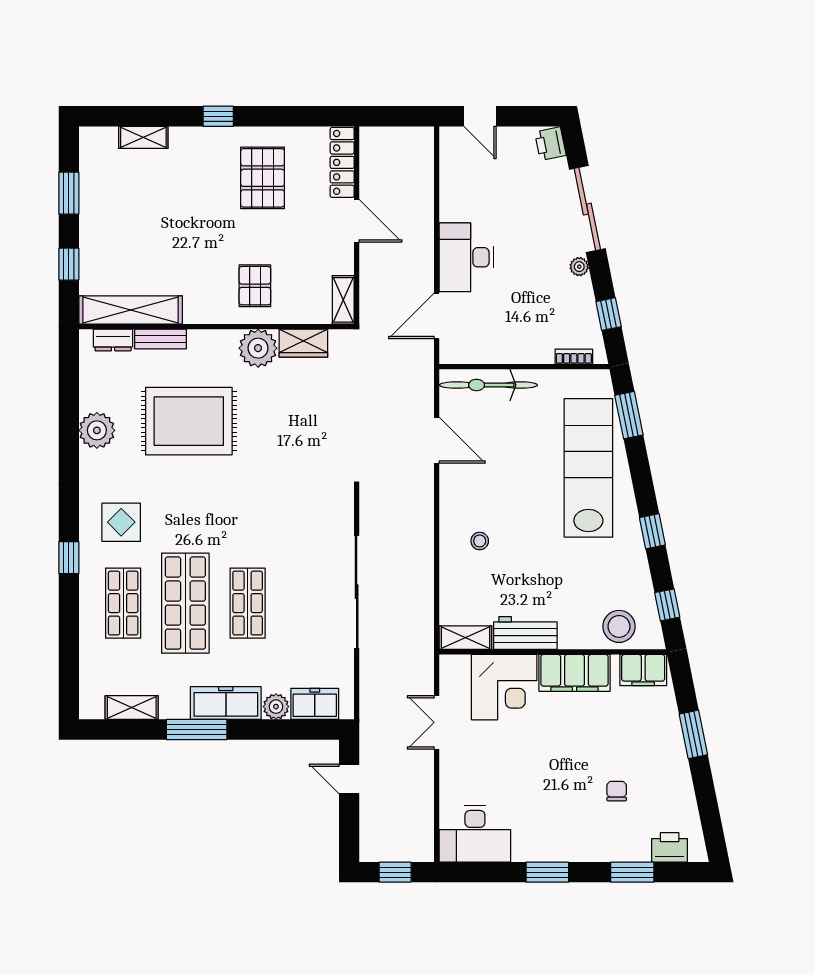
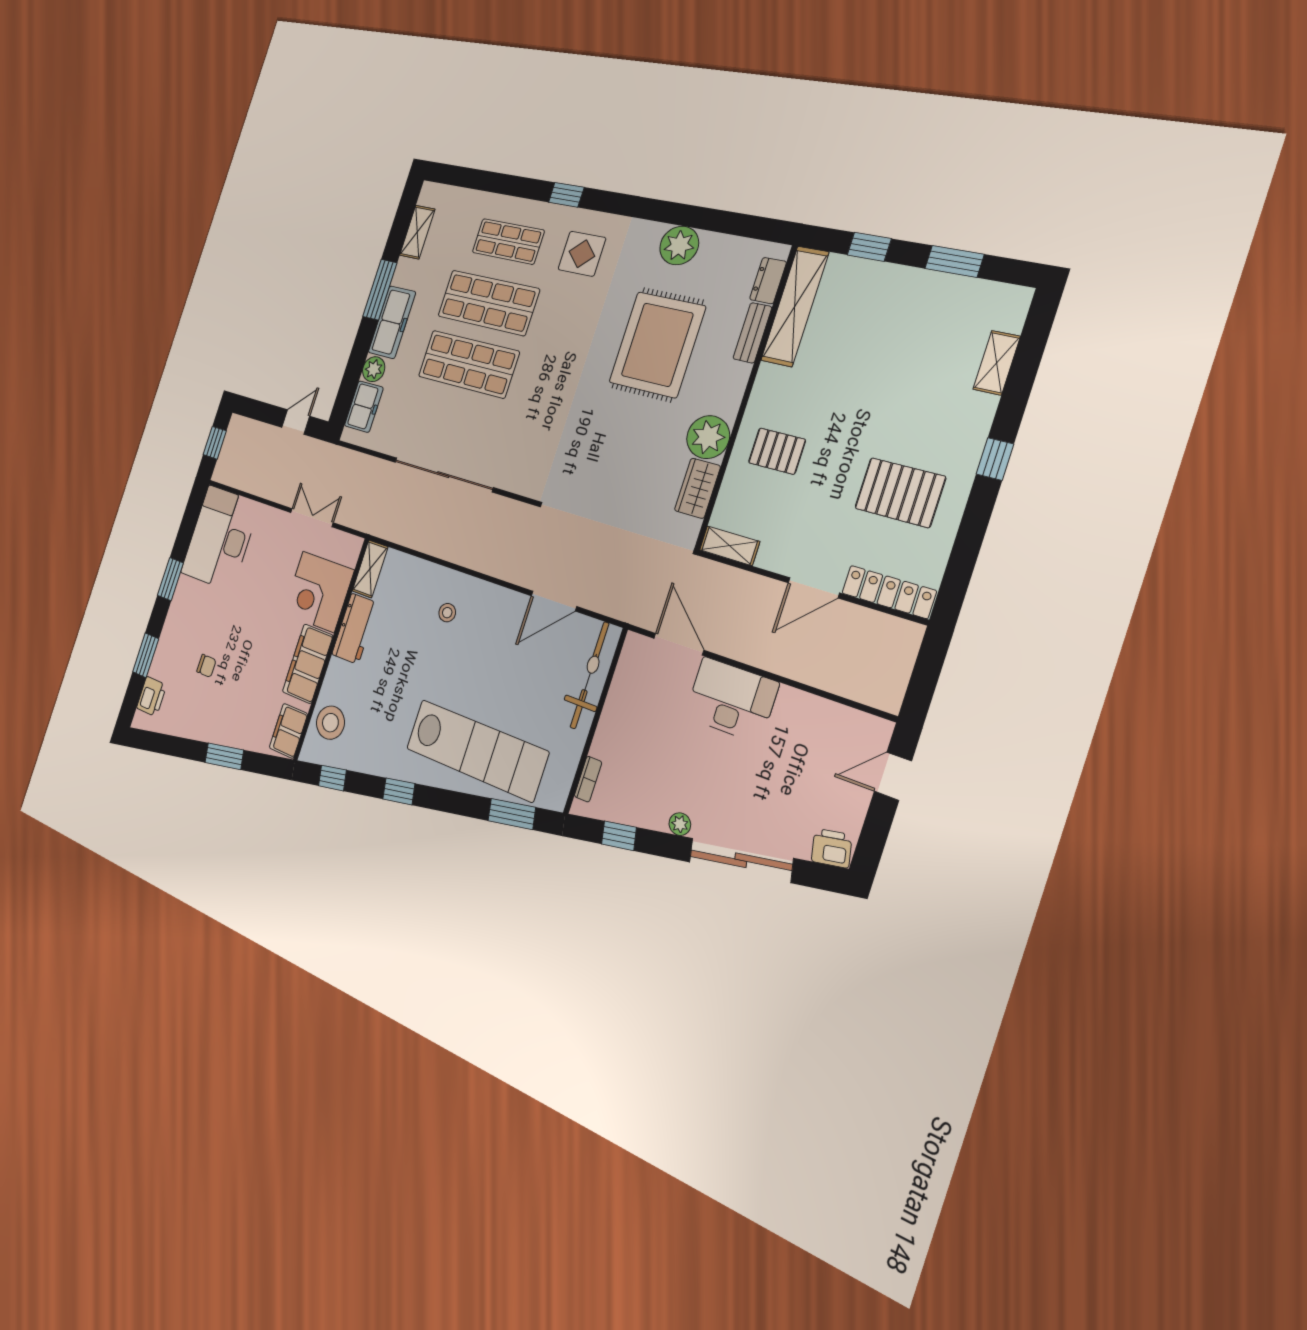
shop shelf: (248, 603) -> (468, 364), width x1.43, depth x1.36
desk: (475, 834) -> (220, 538), width x1.36, depth x1.30

